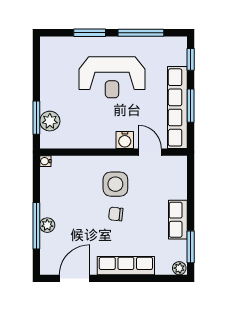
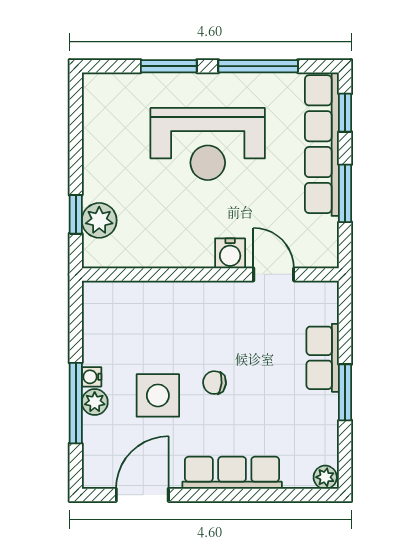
row of seats: (177, 107) -> (322, 144), moved
window: (36, 118) -> (76, 214), width x0.67
water cooler: (45, 161) -> (92, 377), moved
side table: (115, 184) -> (158, 395), moved
row of seats: (178, 220) -> (323, 358), moved
window: (191, 247) -> (345, 392), moved

